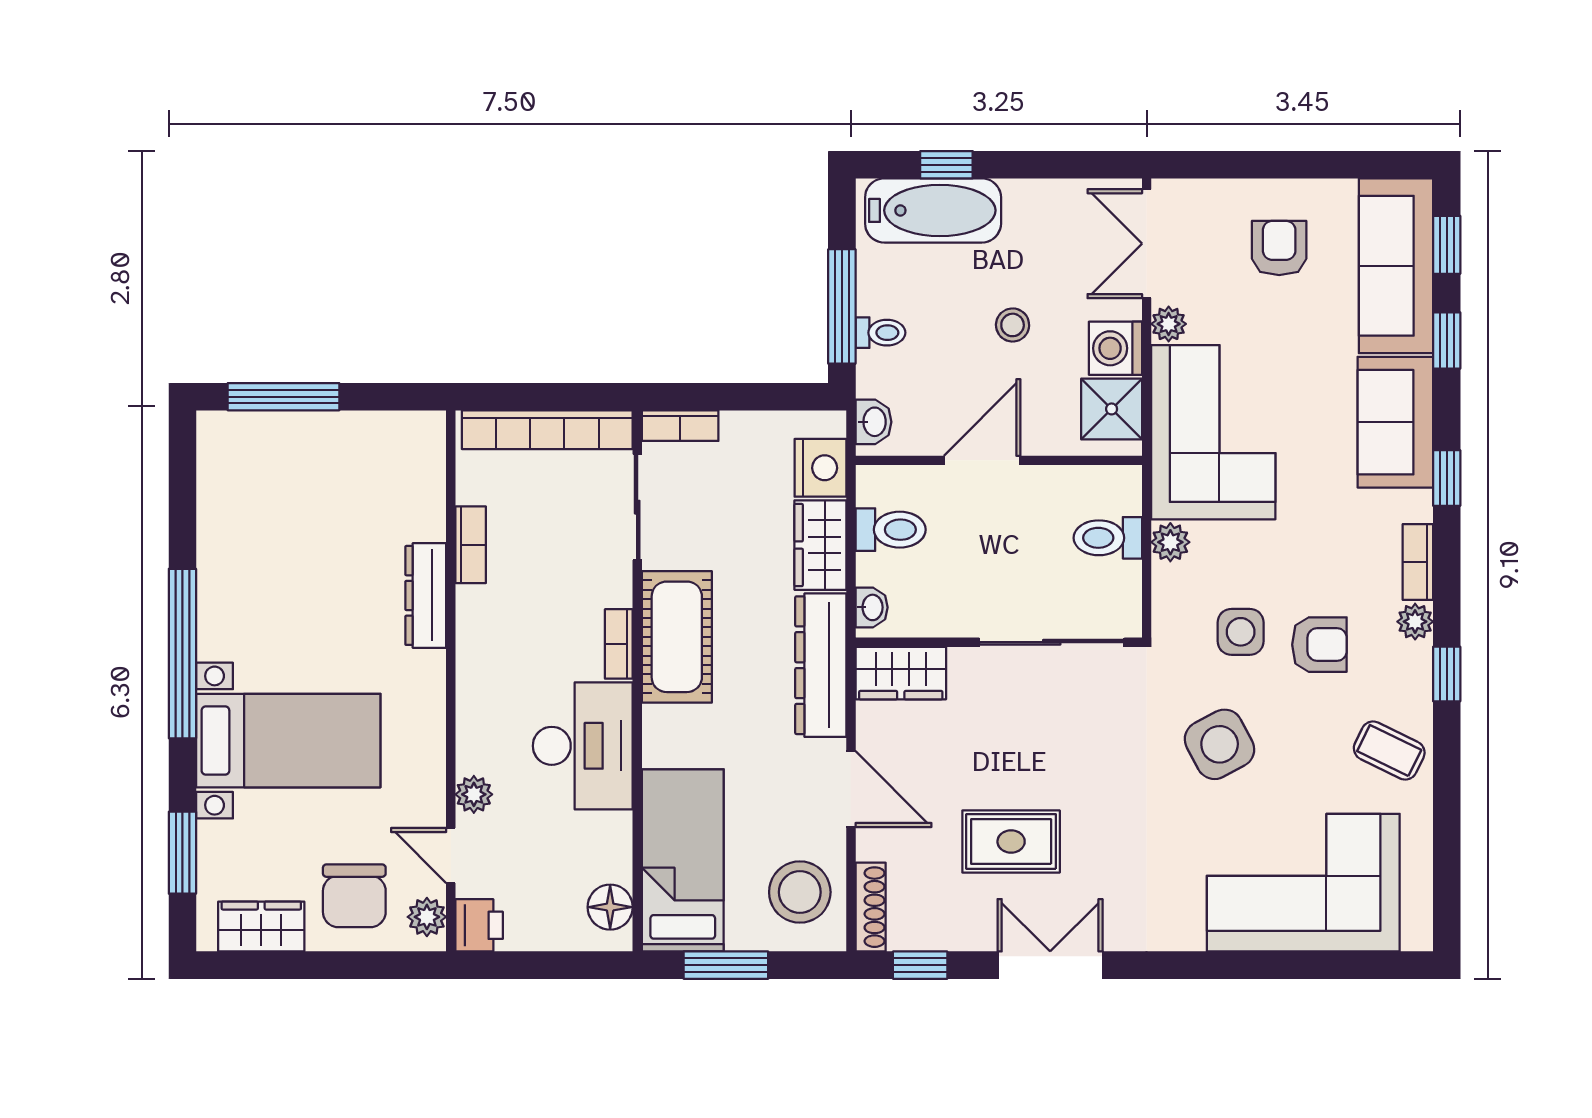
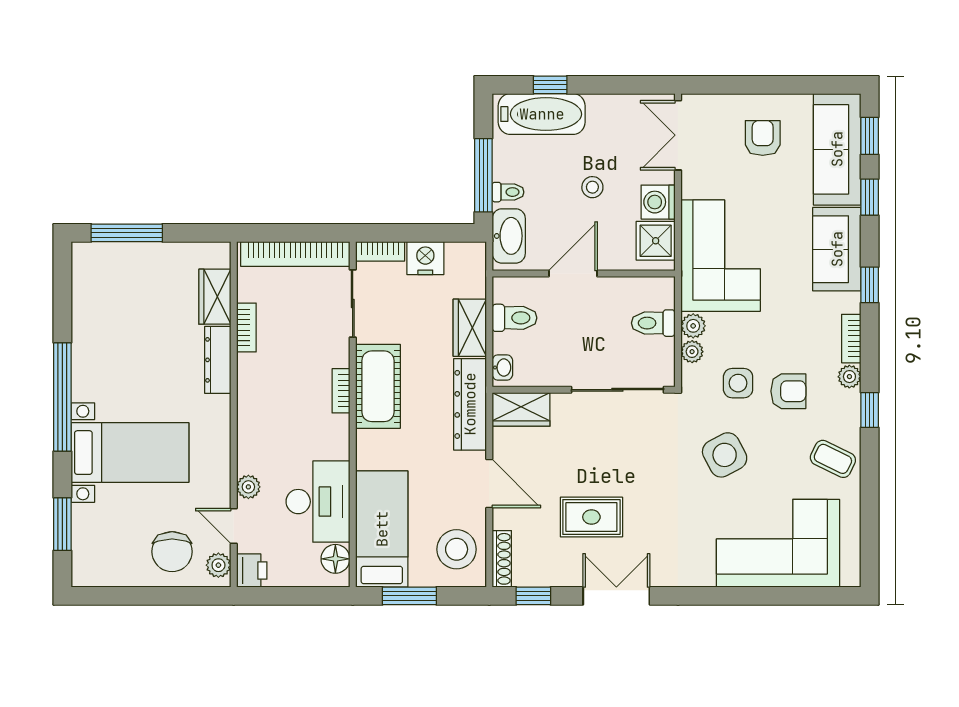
plant: (1169, 324) -> (692, 352), moved
washbasin: (873, 422) -> (509, 236), width x1.91, depth x1.45
nightstand: (821, 468) -> (425, 258), moved, turned -90
desk: (583, 746) -> (318, 502), moved
wardrobe: (261, 926) -> (215, 297), moved, turned -90

